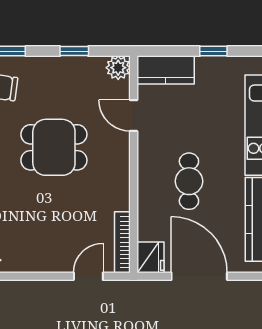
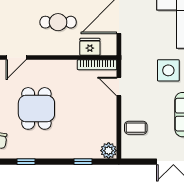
fridge: (150, 257) -> (90, 47), moved
coffee table: (24, 303) -> (136, 128), added

